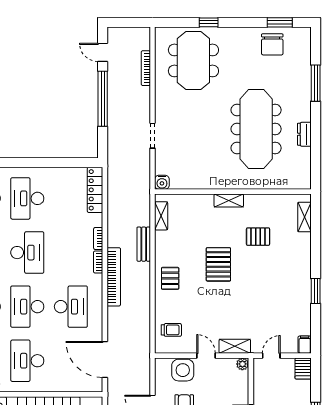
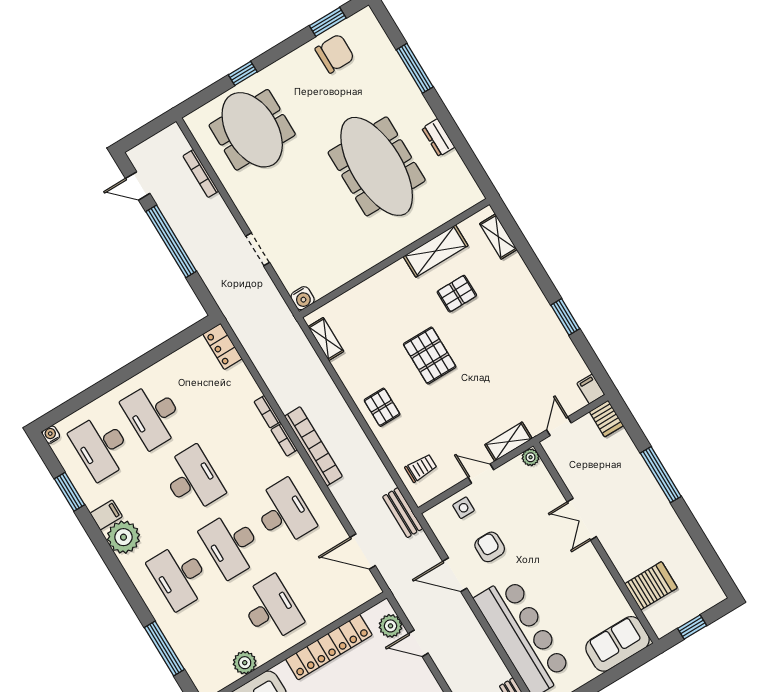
chair: (272, 44) -> (335, 54), turned -90
locker: (95, 190) -> (222, 346), width x0.66
shelving: (229, 200) -> (436, 251), moved, width x1.50, depth x1.33
bench: (144, 244) -> (403, 513), moved
door: (105, 359) -> (363, 552), width x0.73
desk: (27, 361) -> (271, 609), turned 180
side table: (183, 370) -> (464, 508), width x0.54, depth x0.54

